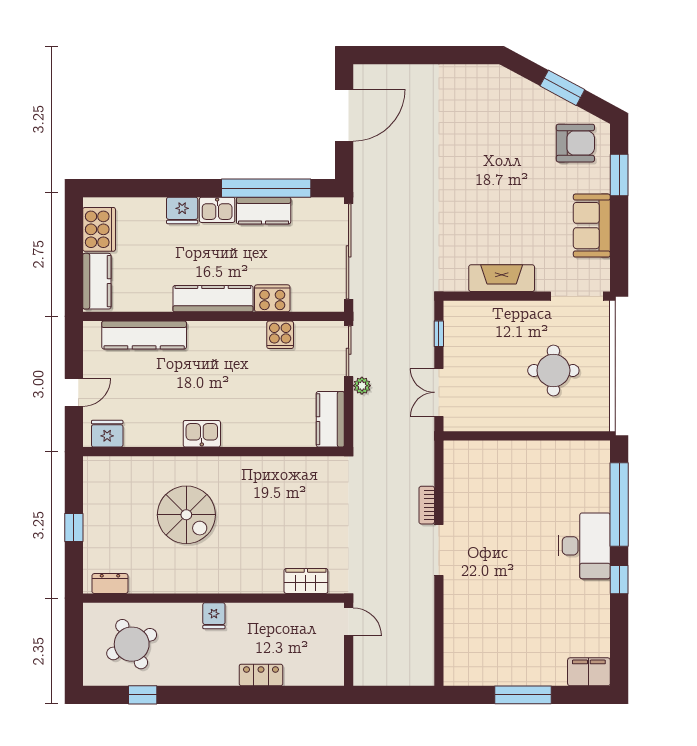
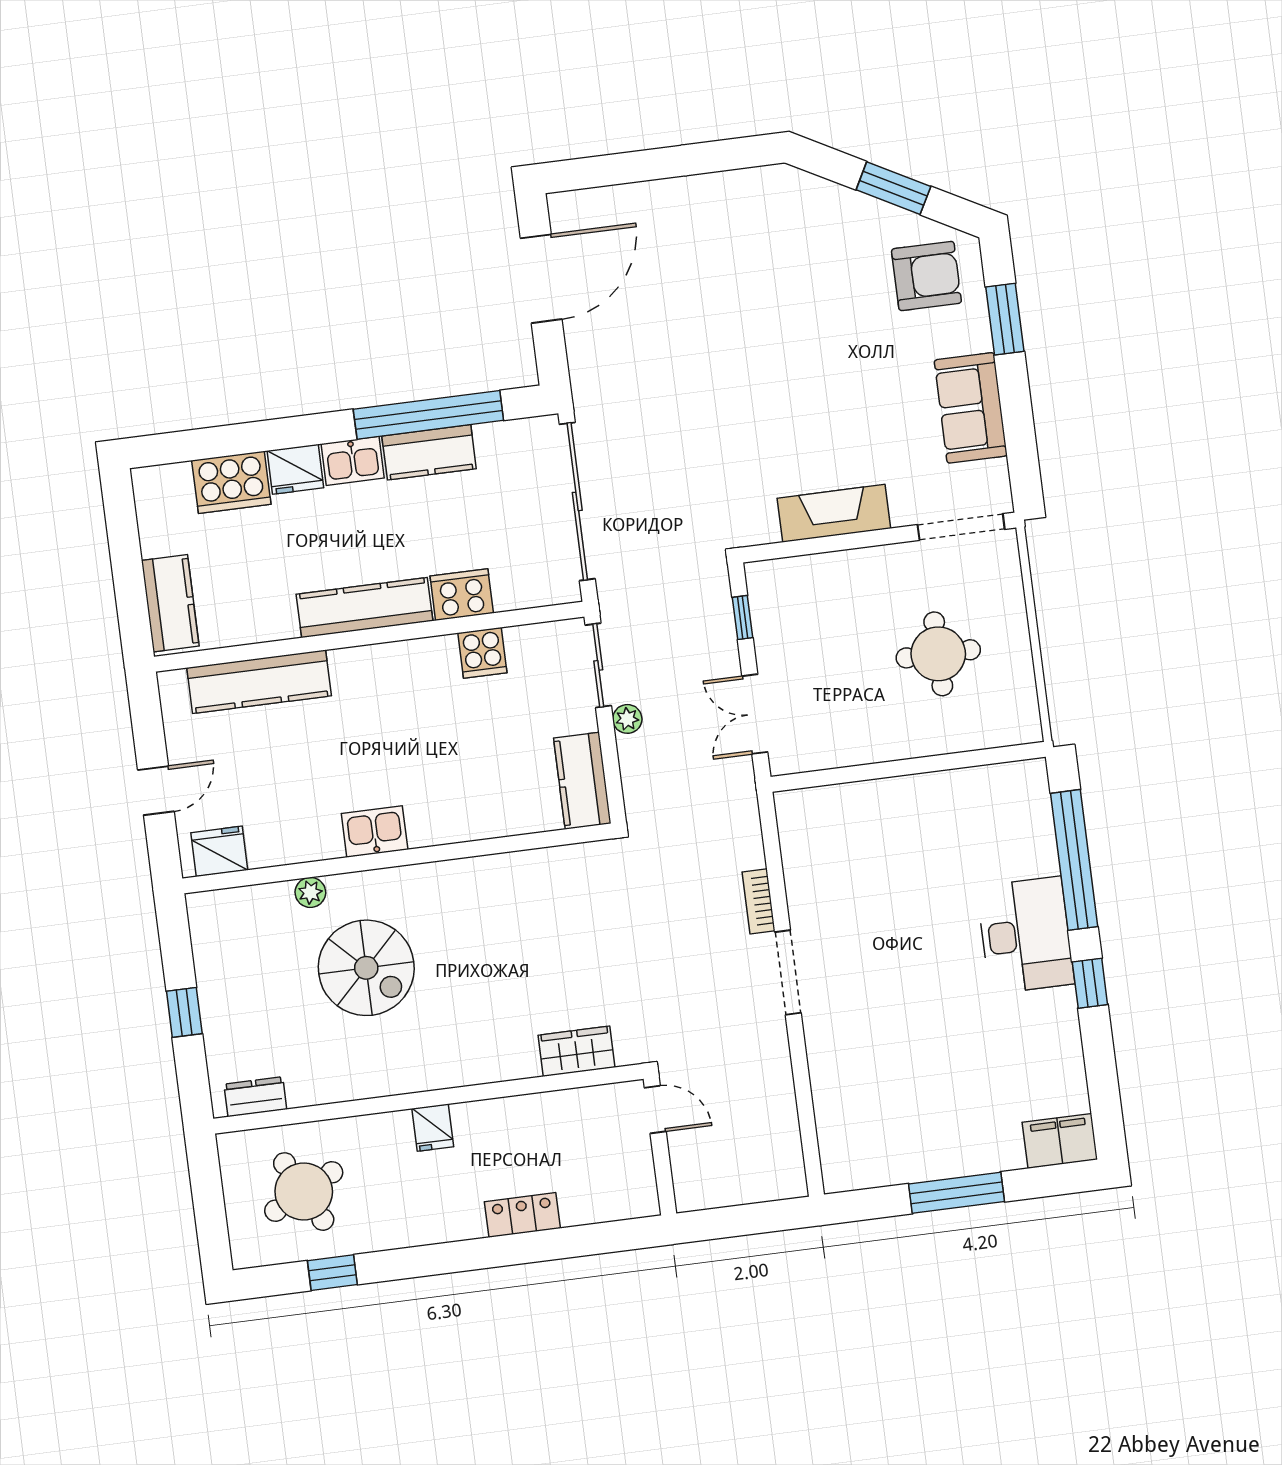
cooker: (99, 229) -> (231, 482), moved, turned 90
plant: (159, 465) -> (310, 892), added

